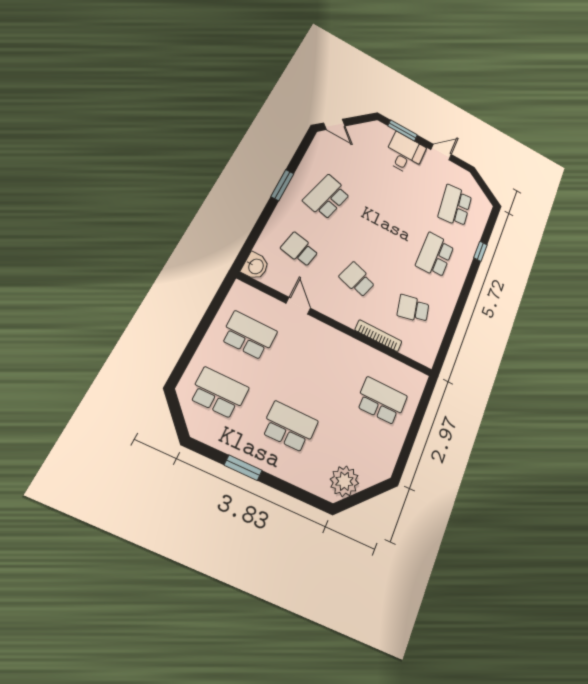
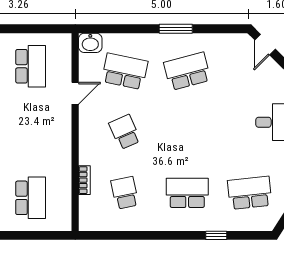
school desk: (327, 197) -> (187, 71), turned -30
school desk: (300, 250) -> (125, 71), width x1.85
school desk: (357, 280) -> (125, 132), turned -42
bookcase: (378, 336) -> (84, 180), width x0.64

